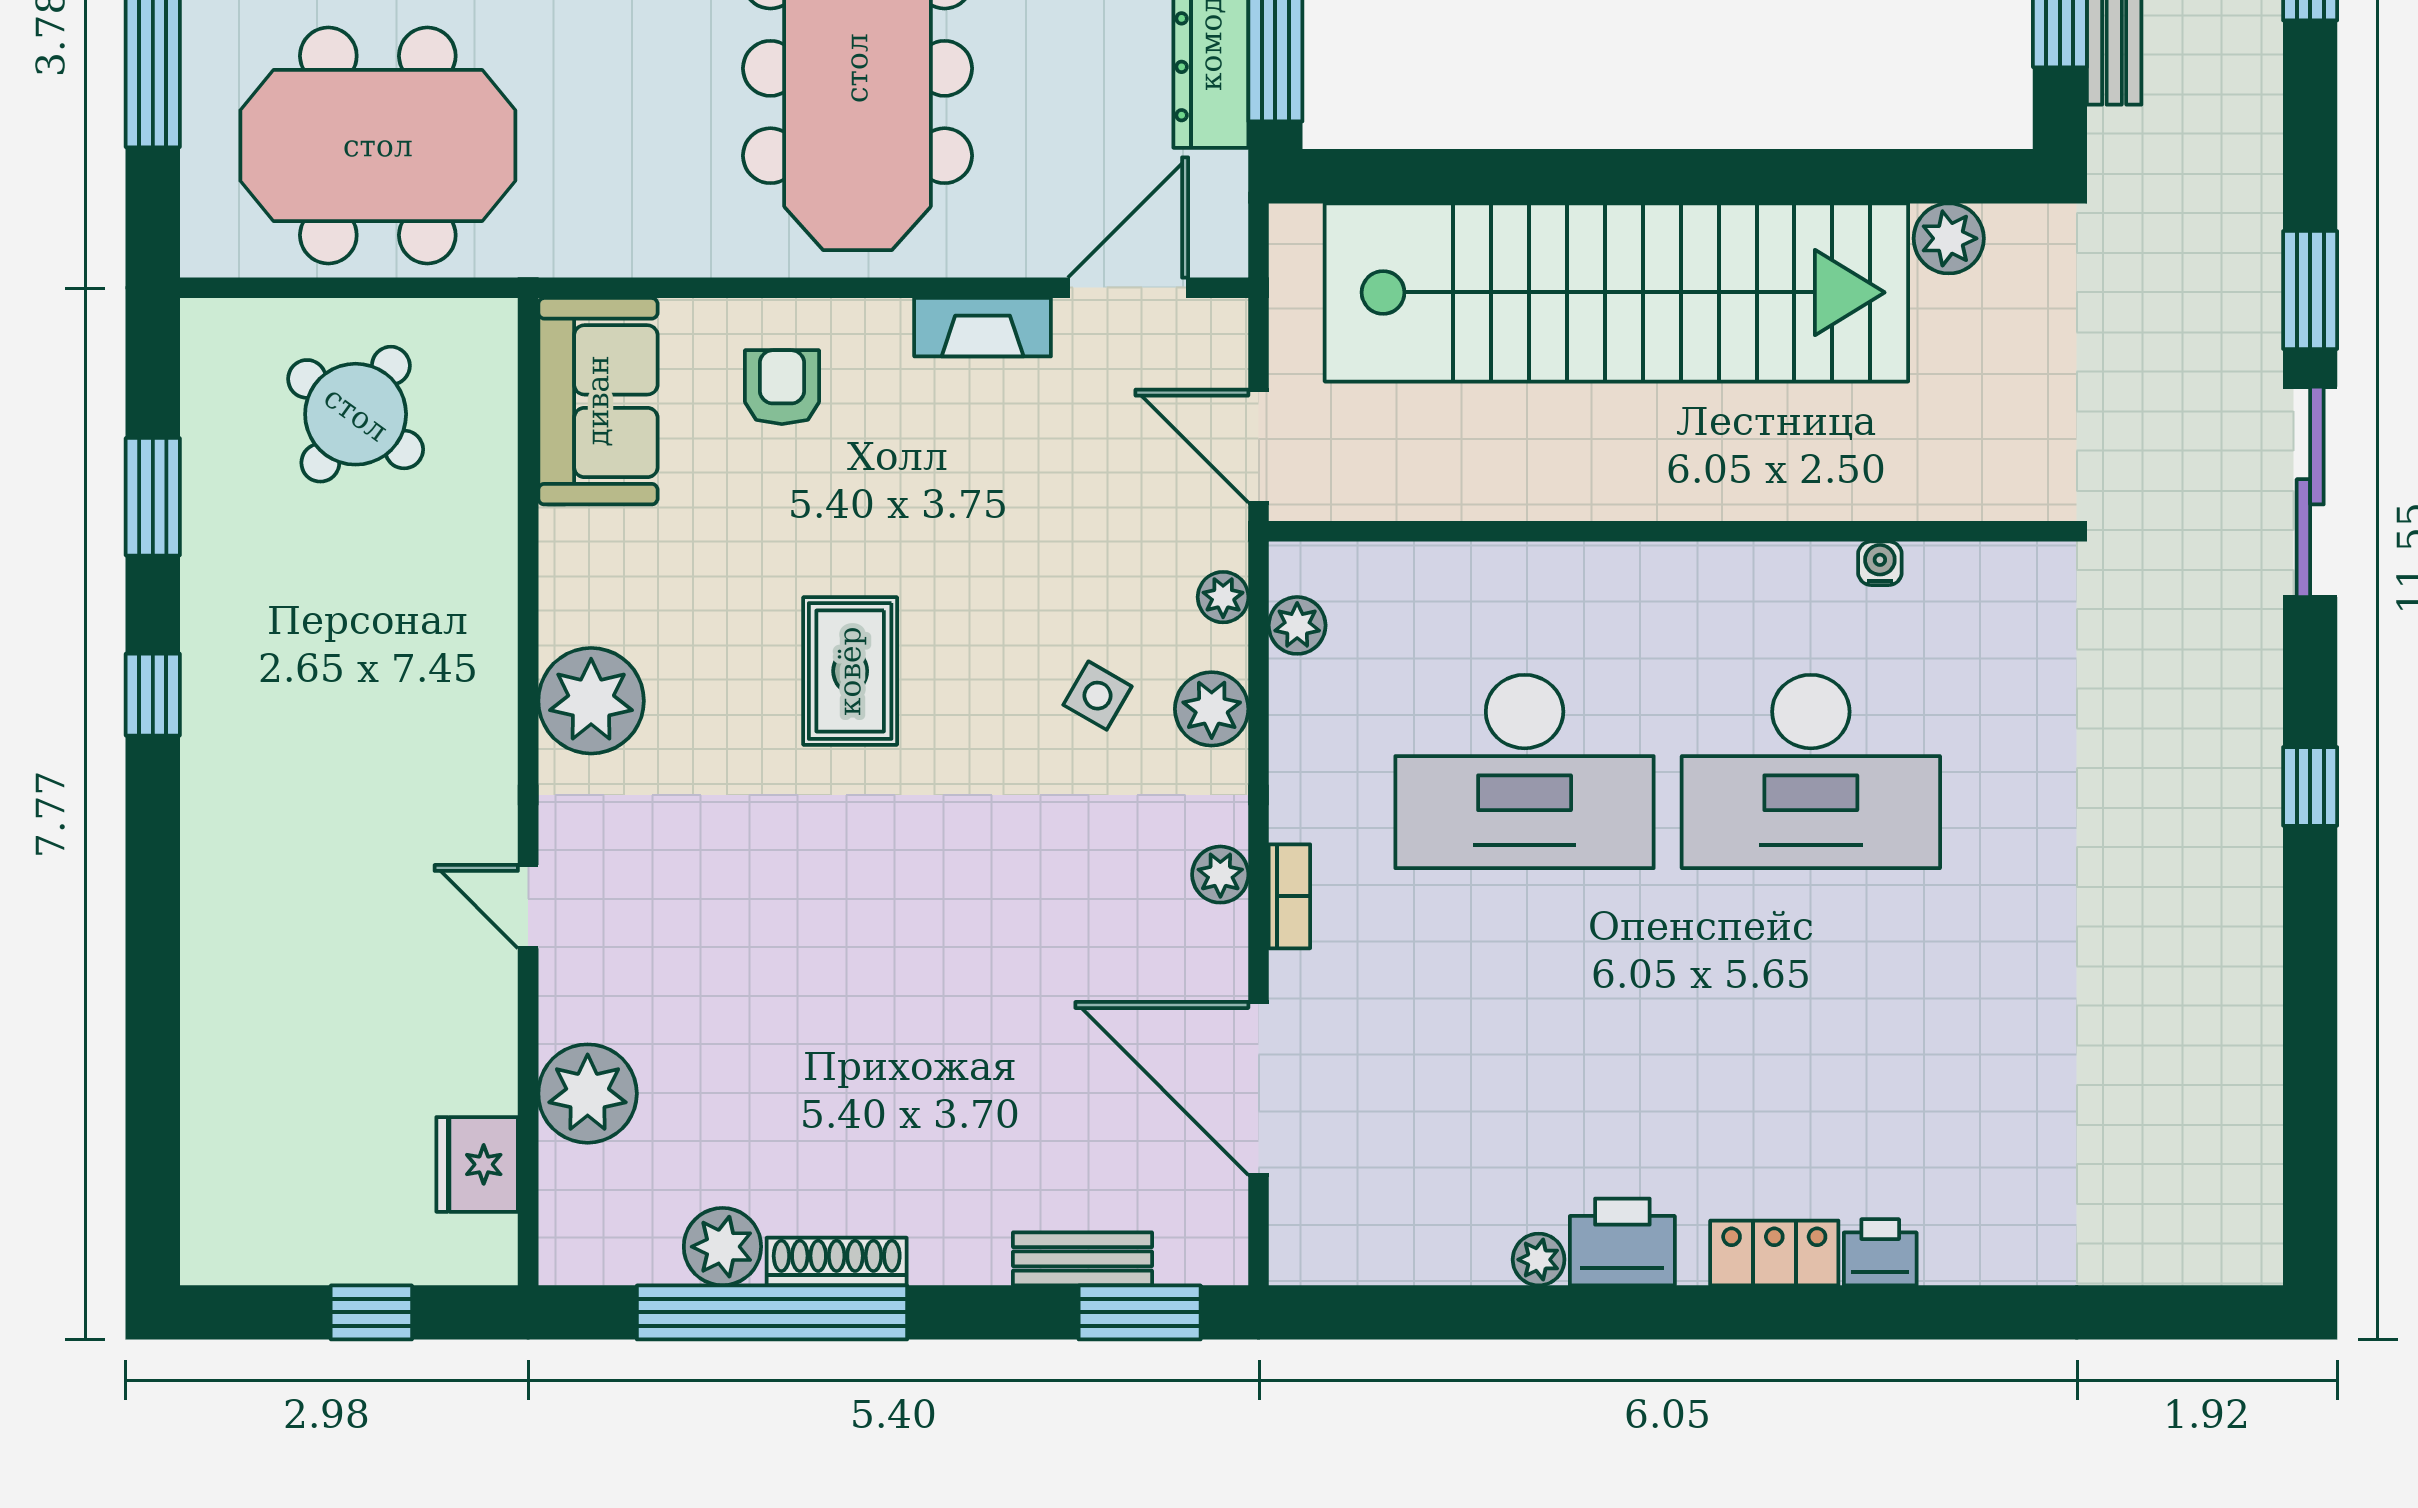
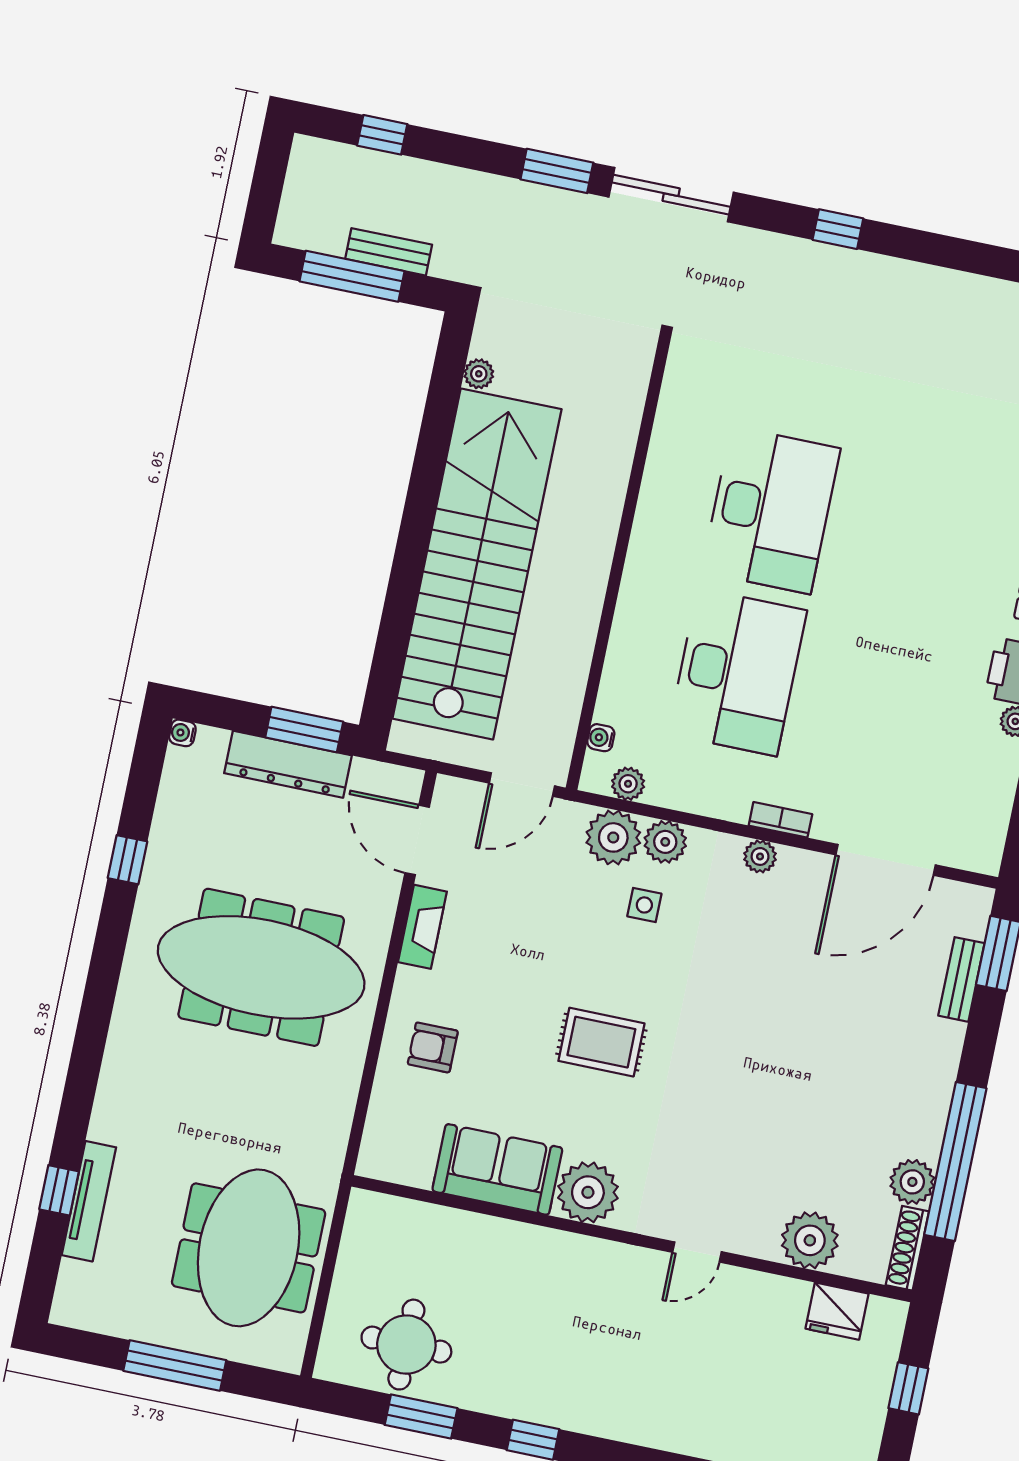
plant: (1949, 238) -> (479, 374), width x0.73, depth x0.73
sofa: (598, 401) -> (497, 1169), moved
round table: (356, 414) -> (406, 1345), moved, turned -36
water cooler: (1880, 563) -> (601, 738), moved
plant: (1223, 597) -> (613, 837), width x1.88, depth x1.88
side table: (1098, 696) -> (644, 905), turned -30
shoe rack: (837, 1262) -> (907, 1248), moved

